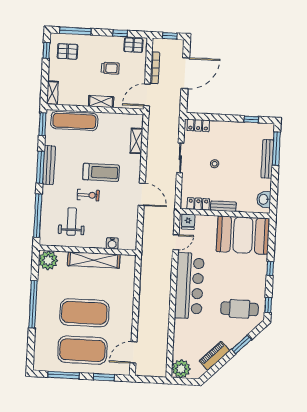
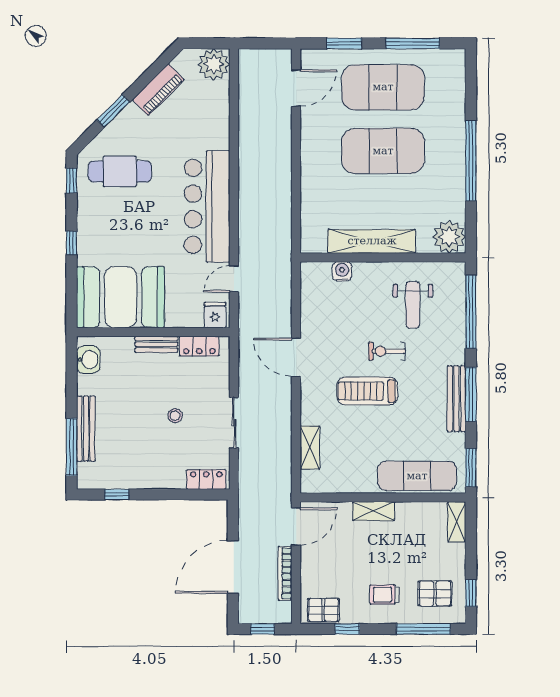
trolley: (110, 68) -> (385, 595), moved

